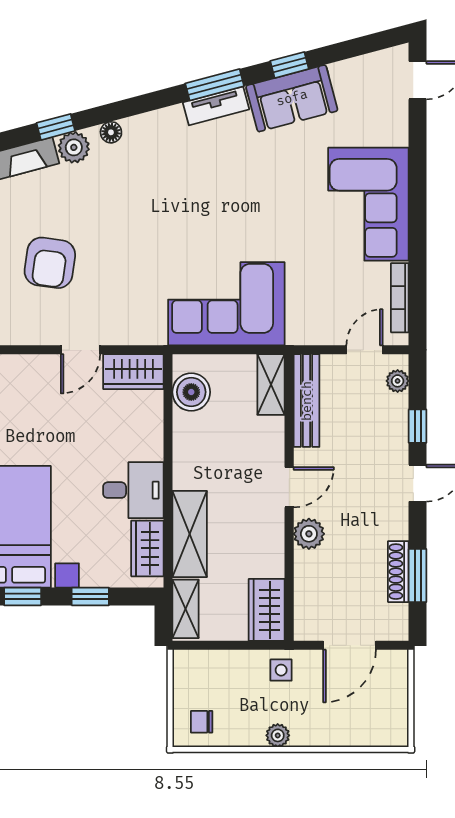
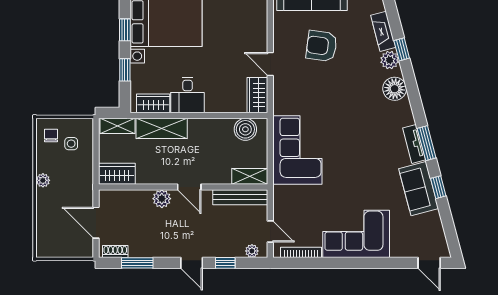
floor lamp: (111, 132) -> (395, 89), width x1.89, depth x1.89
shoe rack: (398, 572) -> (115, 251), moved, width x0.70
side table: (281, 670) -> (71, 144), moved

